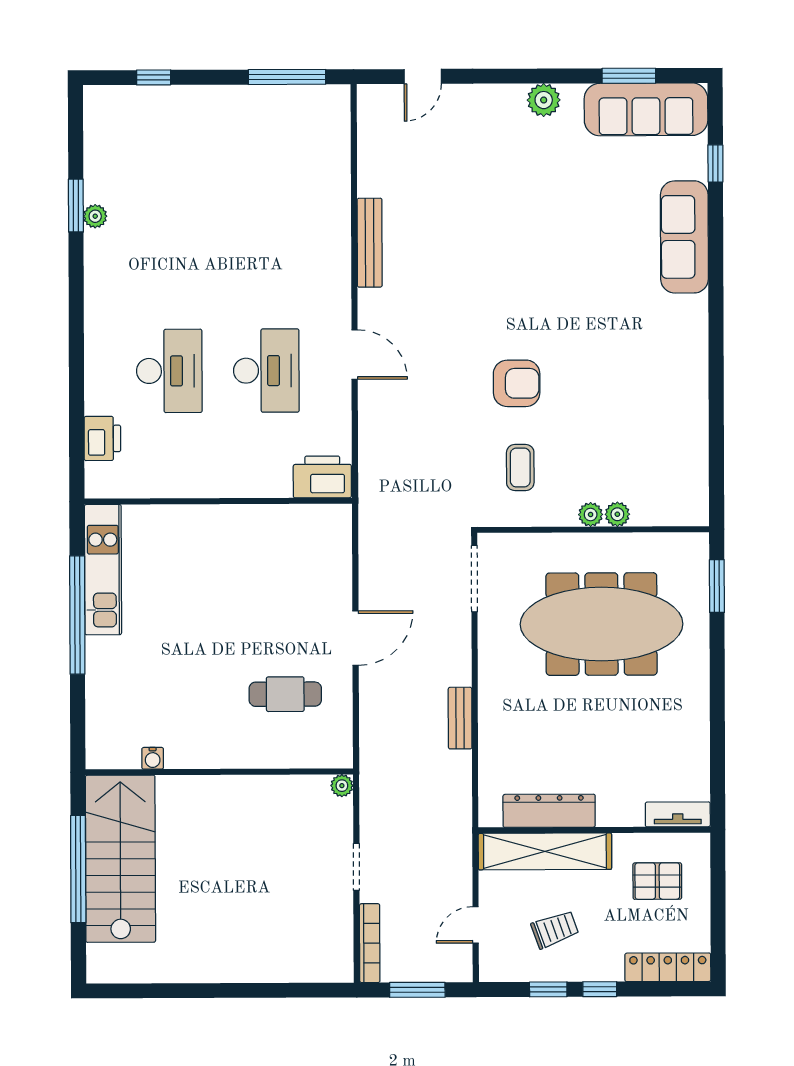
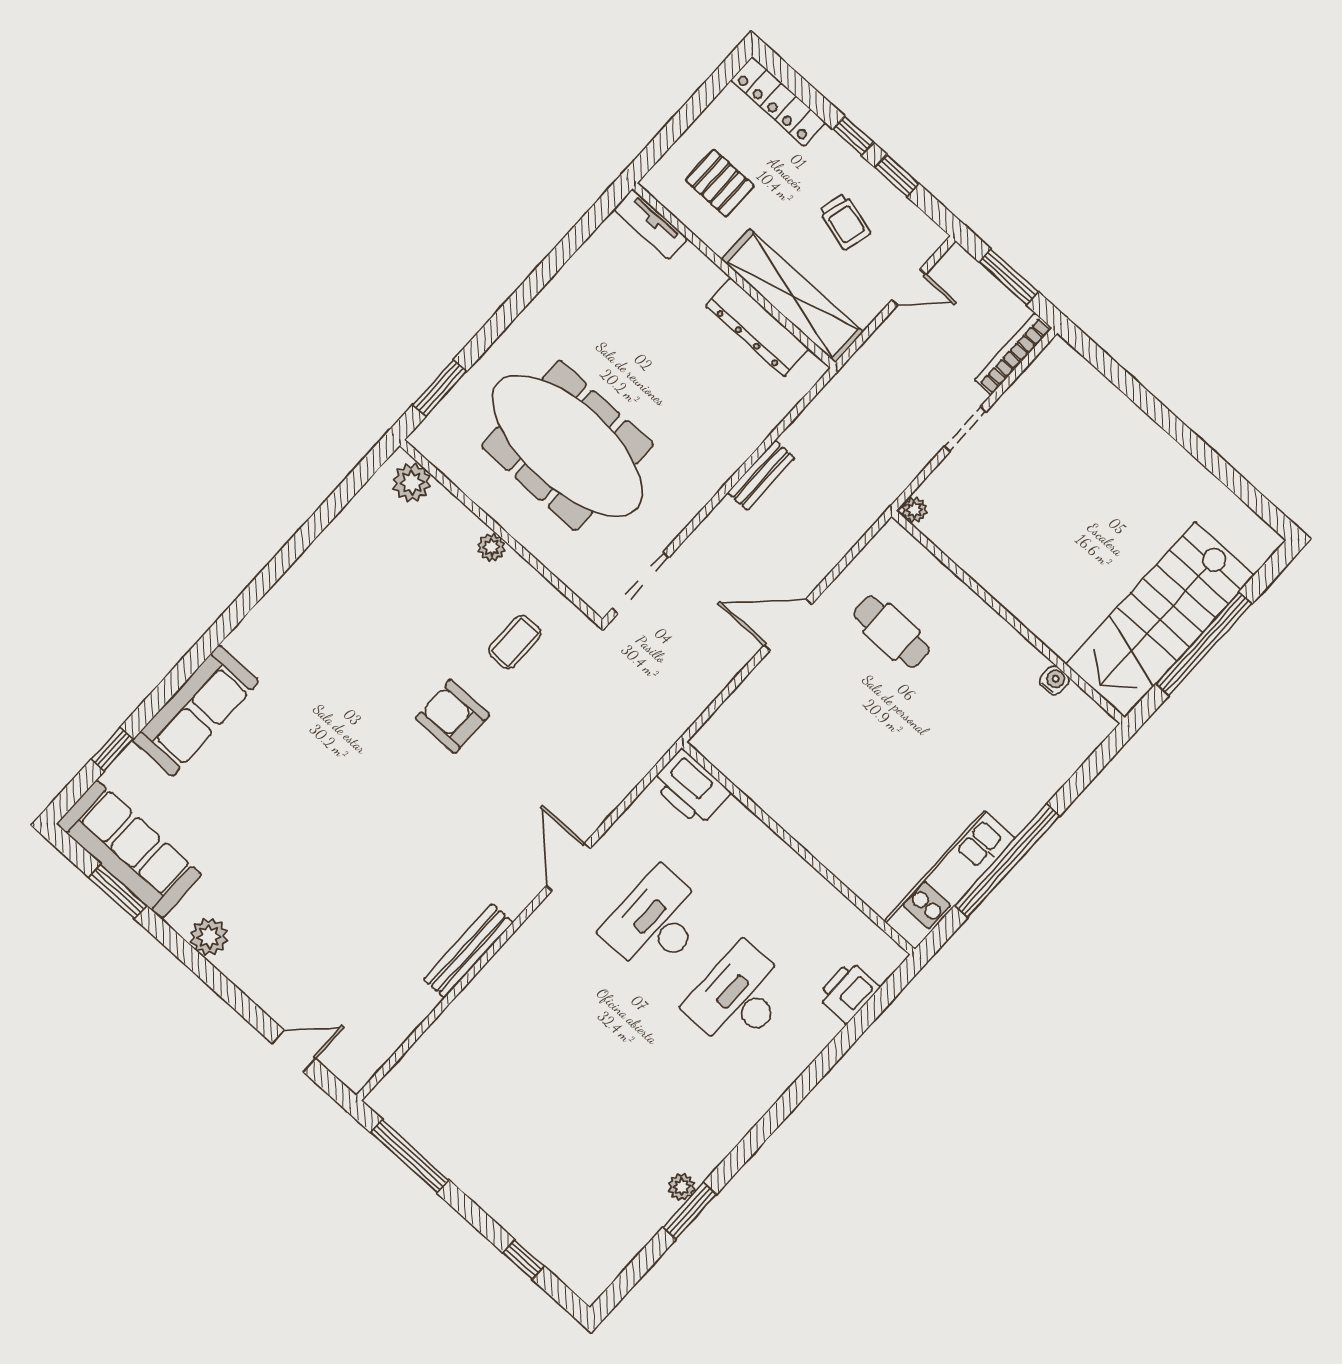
plant: (617, 514) -> (412, 483), moved, width x1.38, depth x1.38
trolley: (555, 929) -> (845, 222), turned -145

